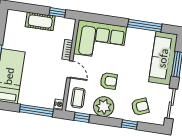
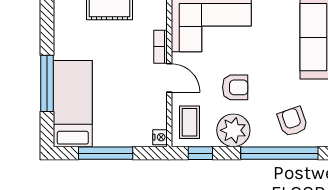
armchair: (140, 107) -> (292, 122), turned -87
window: (36, 111) -> (106, 153), moved
window: (129, 124) -> (279, 153), width x3.17

